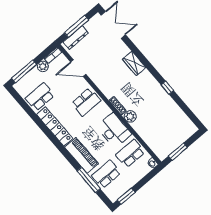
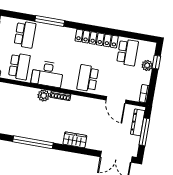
plant: (43, 66) -> (147, 65), moved
door: (78, 68) -> (116, 100), swing flipped
window: (24, 71) -> (156, 62), width x0.46
window: (167, 88) -> (33, 142), width x3.17
piano: (82, 155) -> (57, 33), removed
window: (89, 180) -> (50, 21), moved

